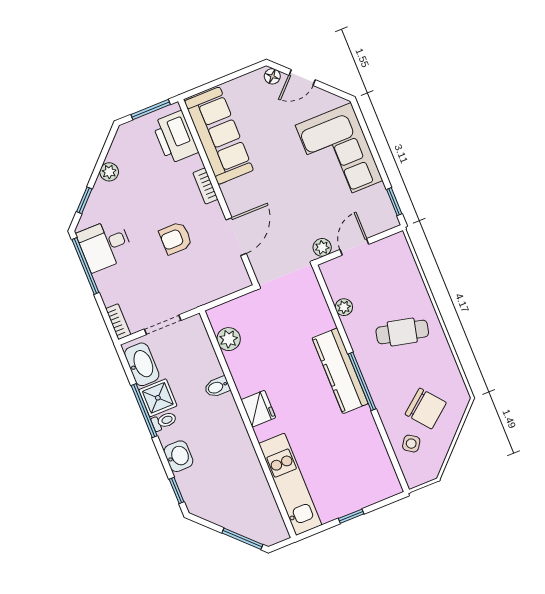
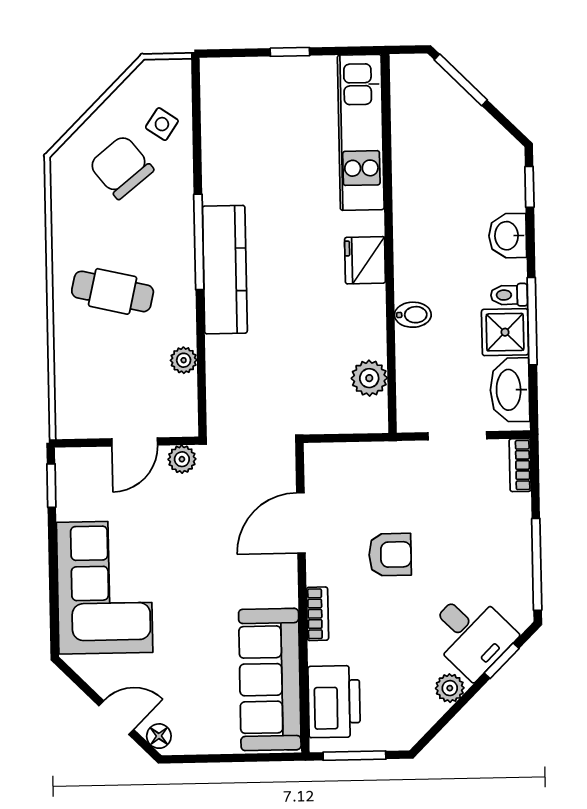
desk: (105, 245) -> (471, 634), moved, turned 45

